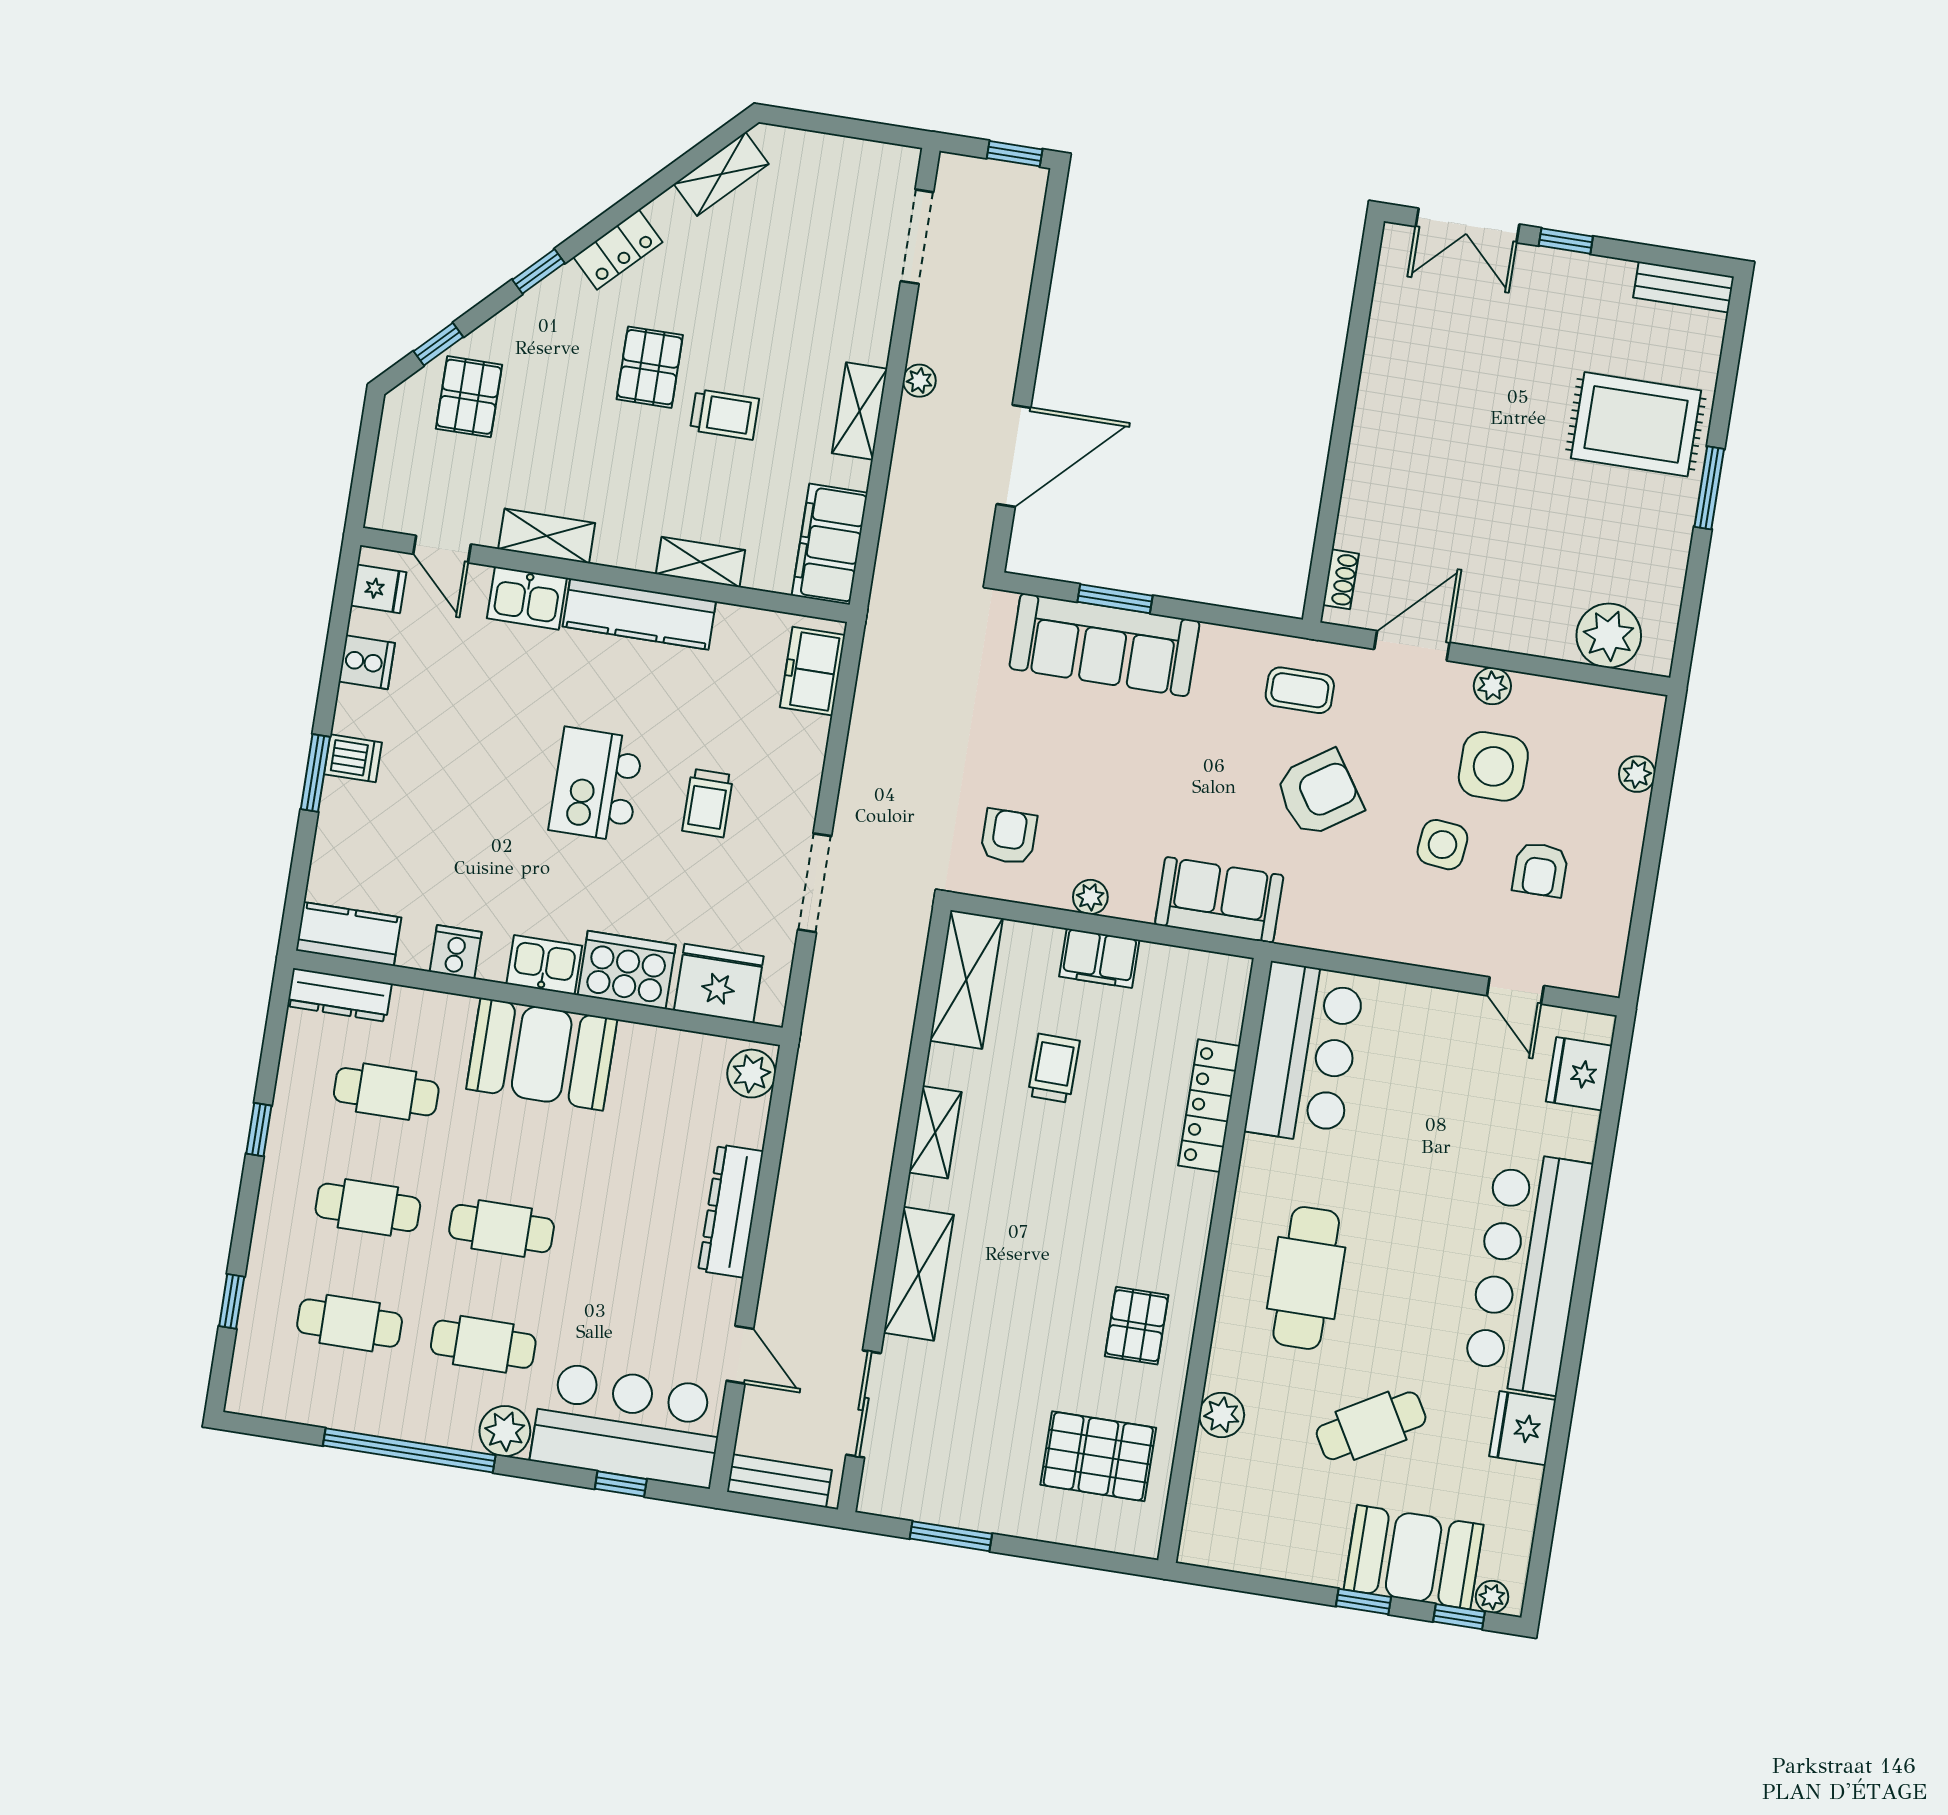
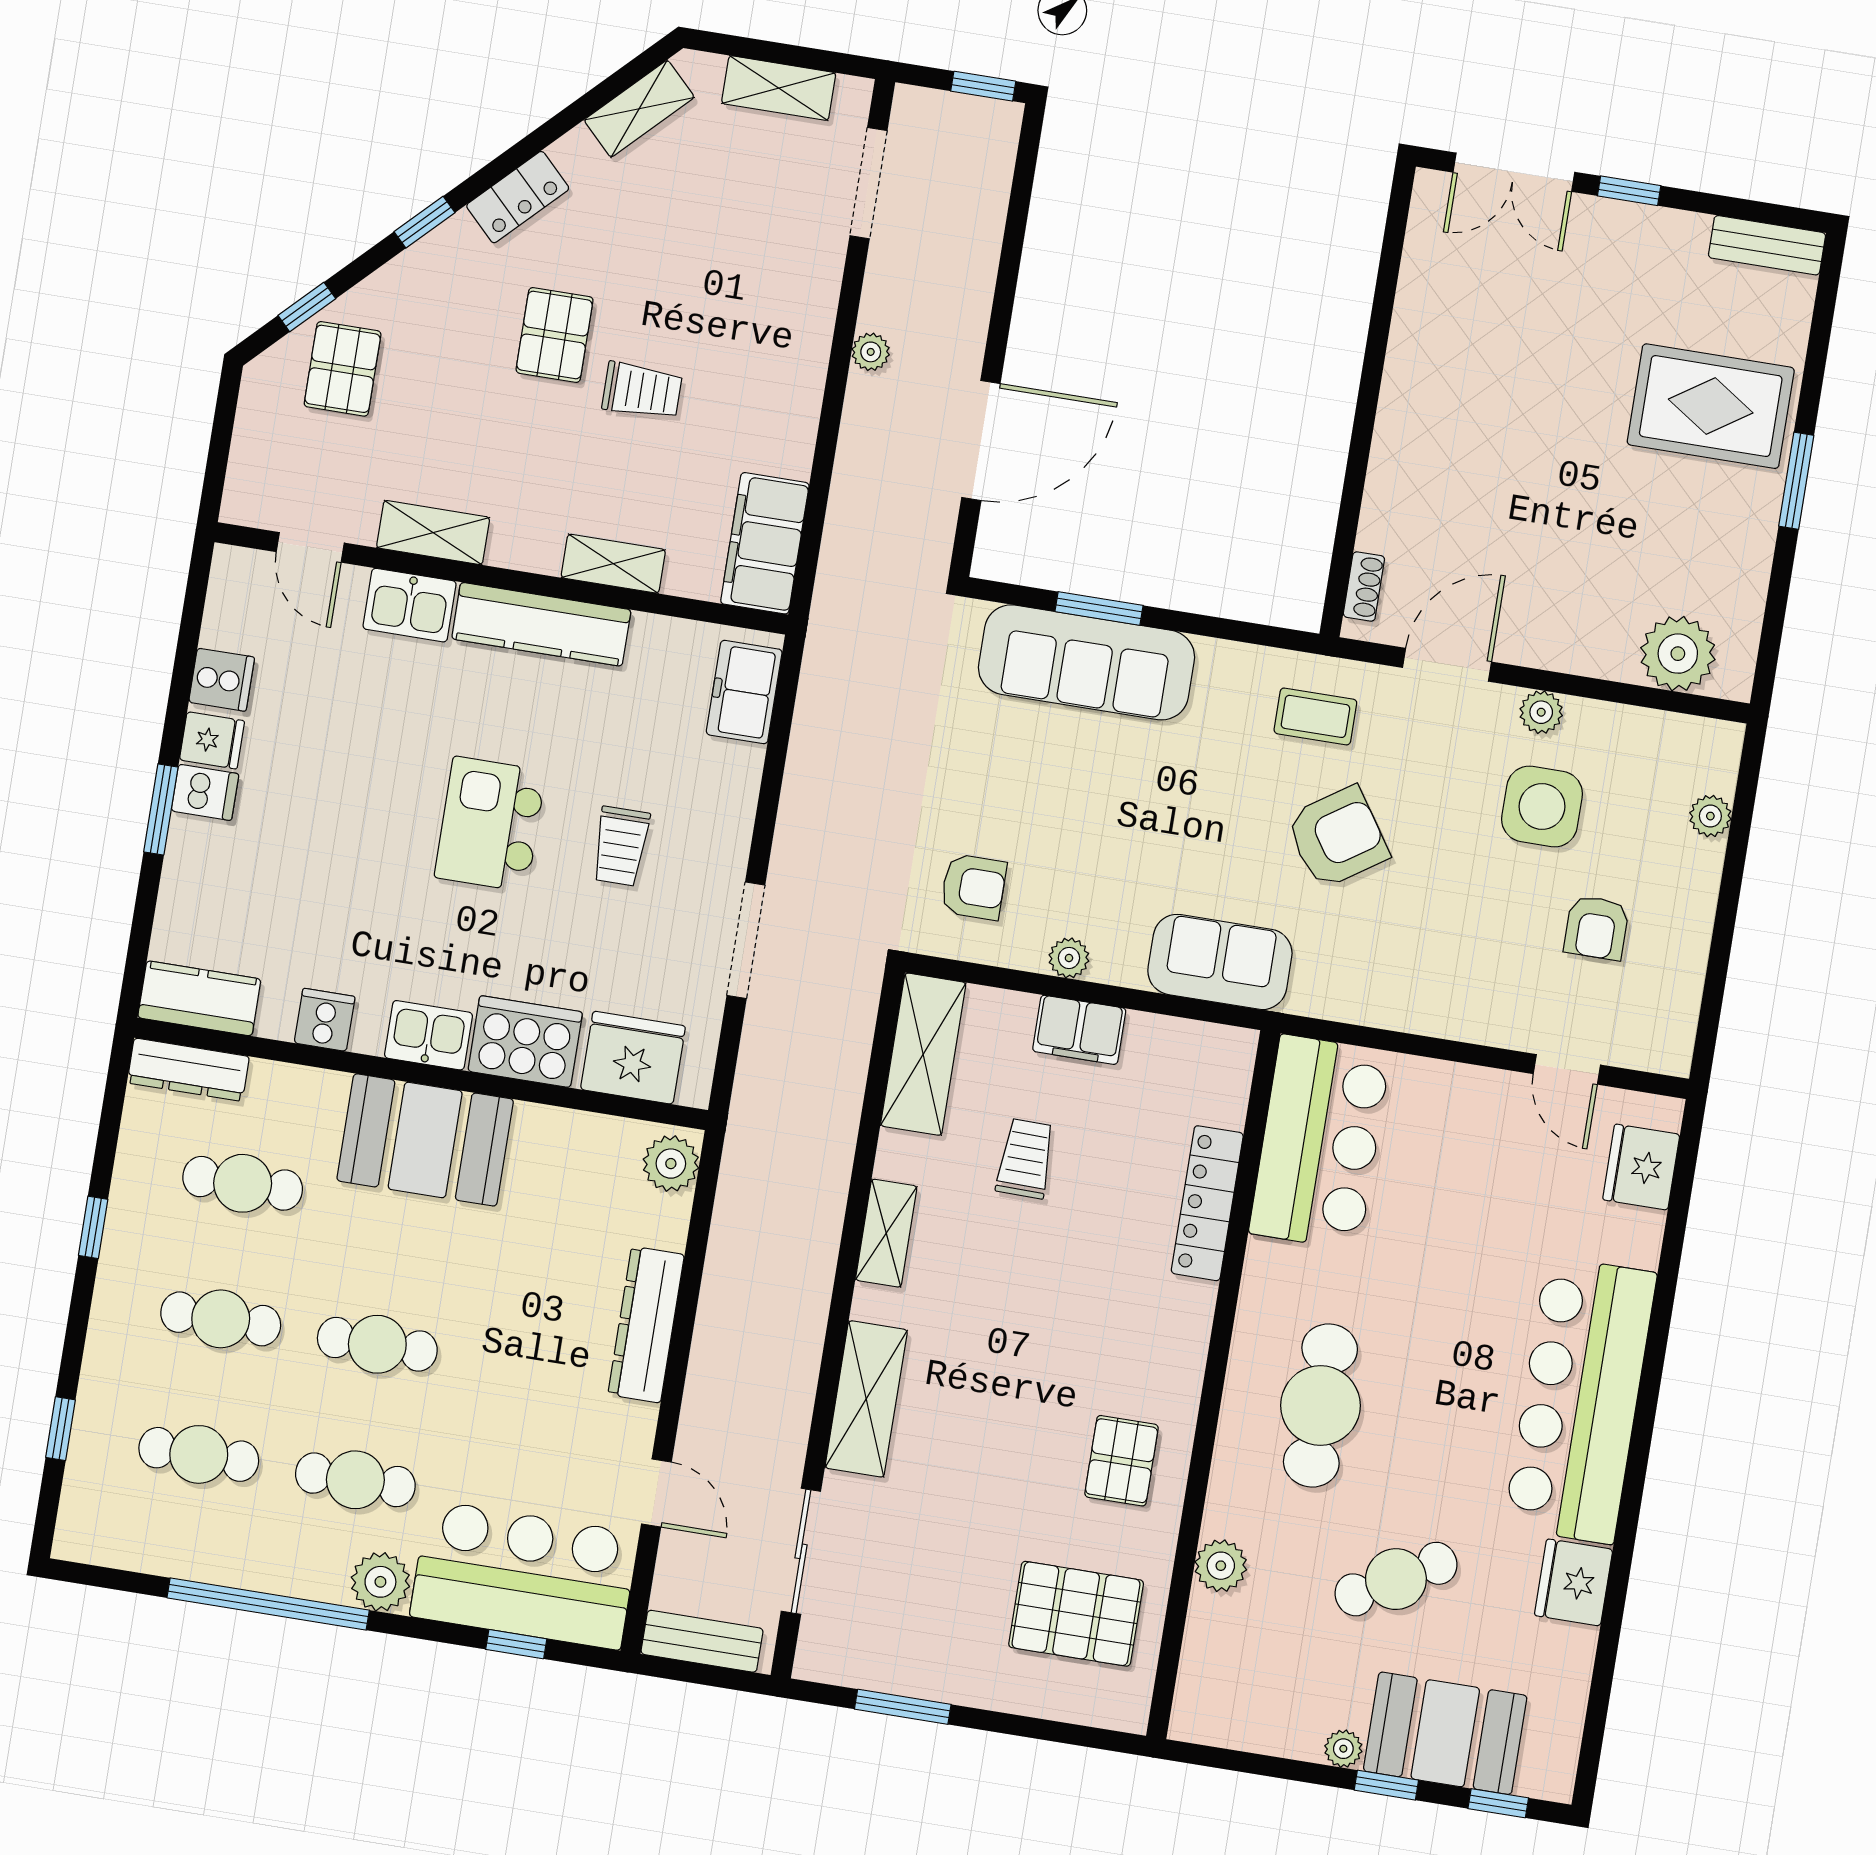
shelving: (860, 411) -> (779, 88), moved, turned 90
fridge: (379, 589) -> (212, 740), moved
armchair: (1009, 837) -> (974, 887), turned 90
side table: (1442, 845) -> (1482, 898), removed
plant: (1492, 1597) -> (1343, 1749), moved

